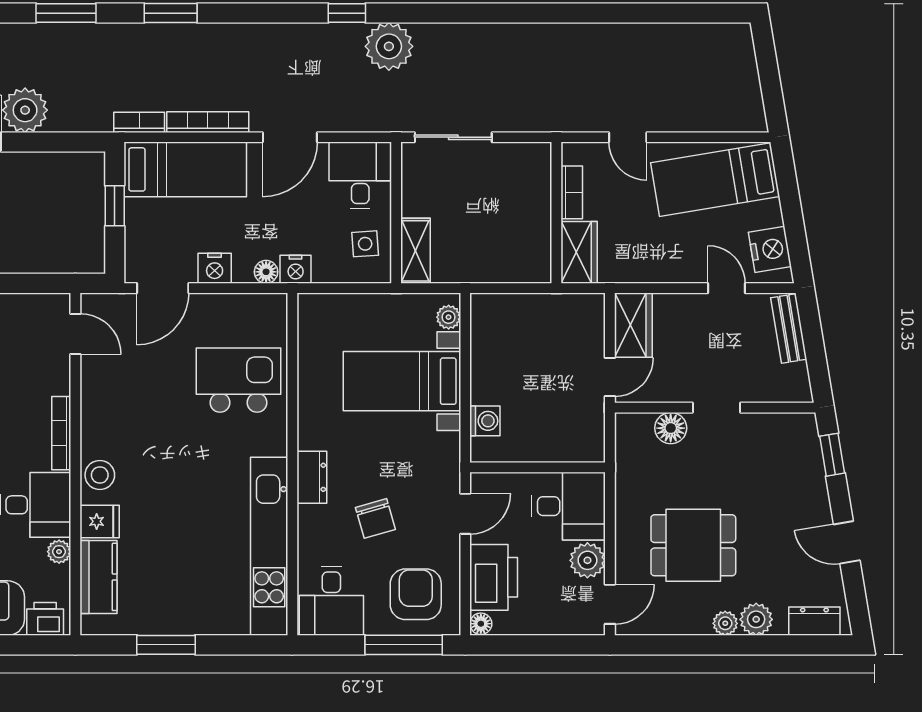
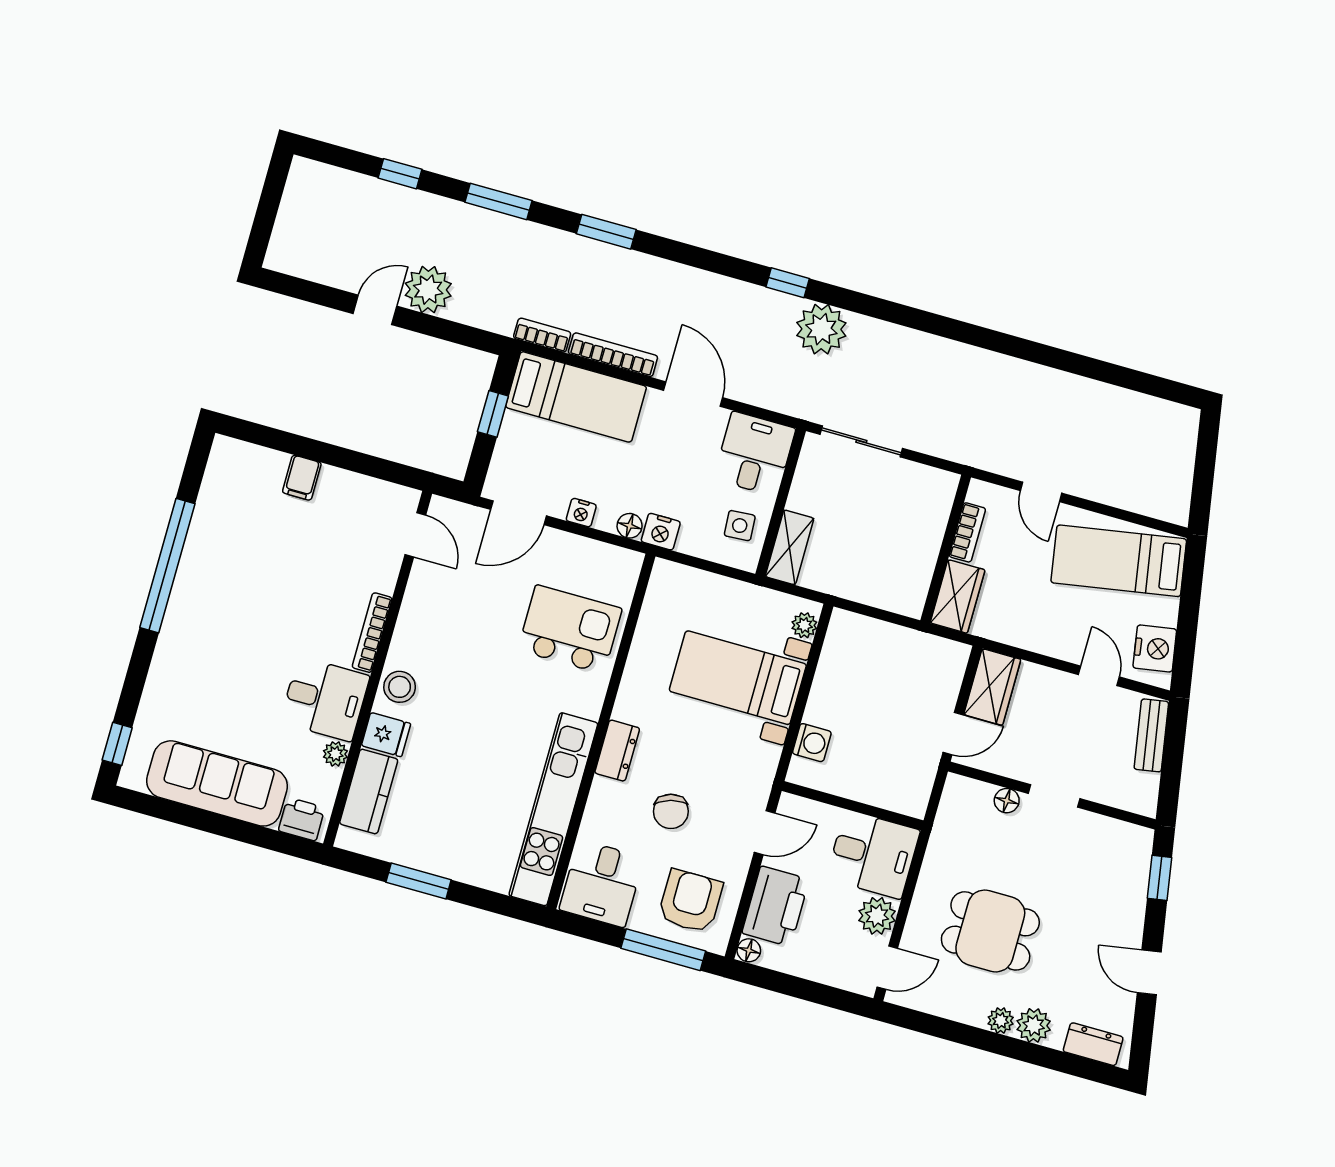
door: (290, 137) -> (693, 394), swing flipped
nightstand: (215, 268) -> (581, 513), width x0.72, depth x0.74
floor lamp: (671, 428) -> (1007, 801), width x0.73, depth x0.73

